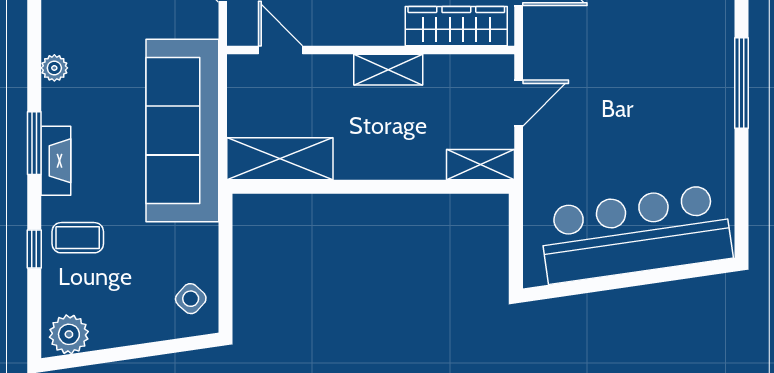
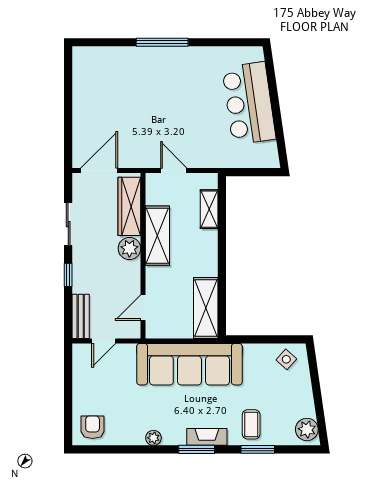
plant: (383, 26) -> (129, 249), added
shelving: (388, 70) -> (157, 236), width x1.50, depth x1.33
shelving: (481, 165) -> (209, 209), moved
bar counter: (636, 234) -> (249, 103), width x0.73
window: (34, 249) -> (258, 449), width x1.50

